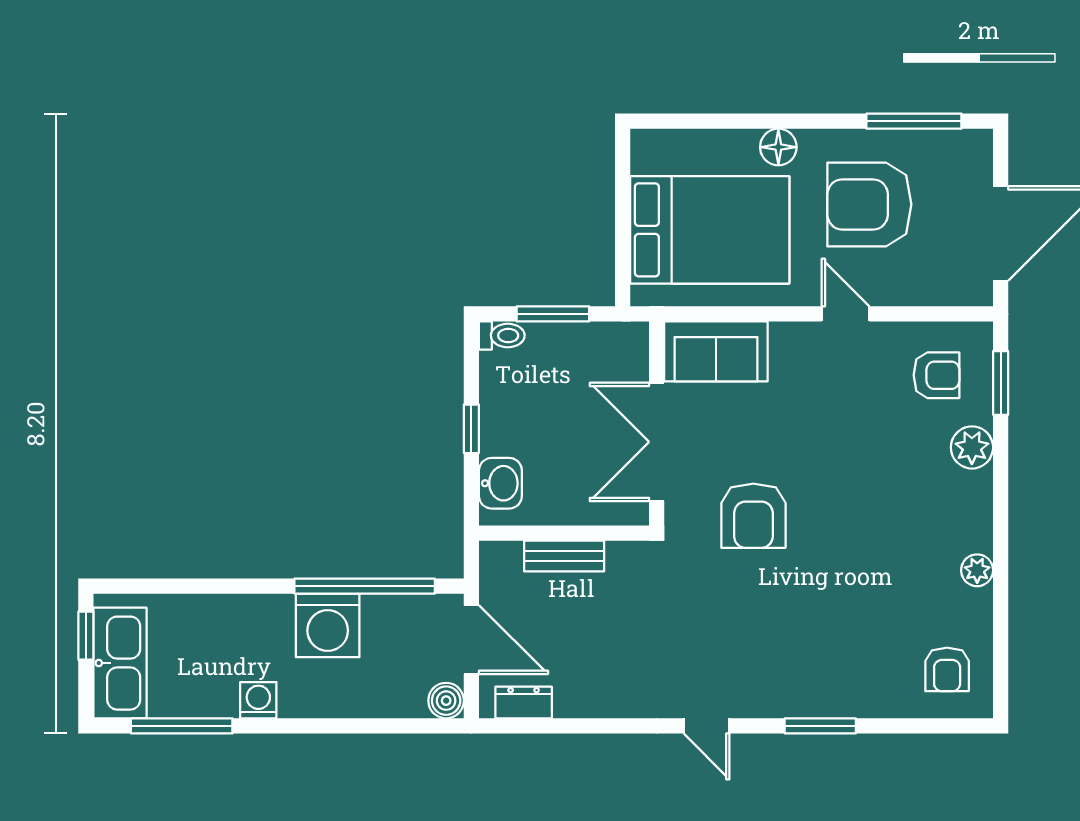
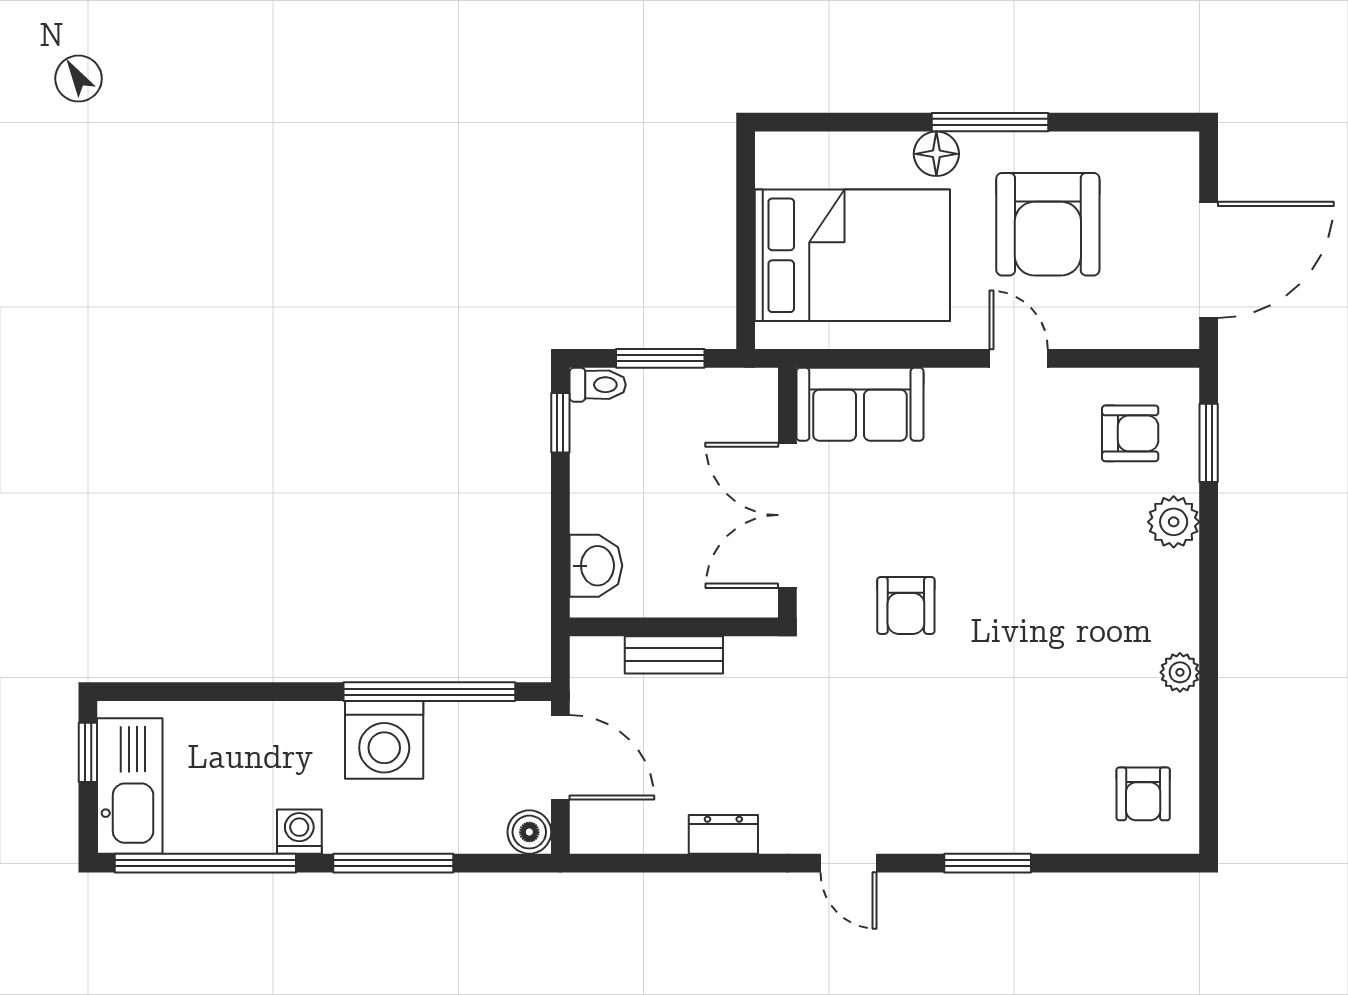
window: (914, 121) -> (990, 122), moved
armchair: (869, 204) -> (1048, 224), turned -90
window: (471, 429) -> (560, 423), moved
armchair: (753, 516) -> (906, 605), width x0.72, depth x0.72
dresser: (524, 703) -> (723, 834), moved
window: (182, 726) -> (205, 863), width x1.46
window: (335, 726) -> (393, 863), added

